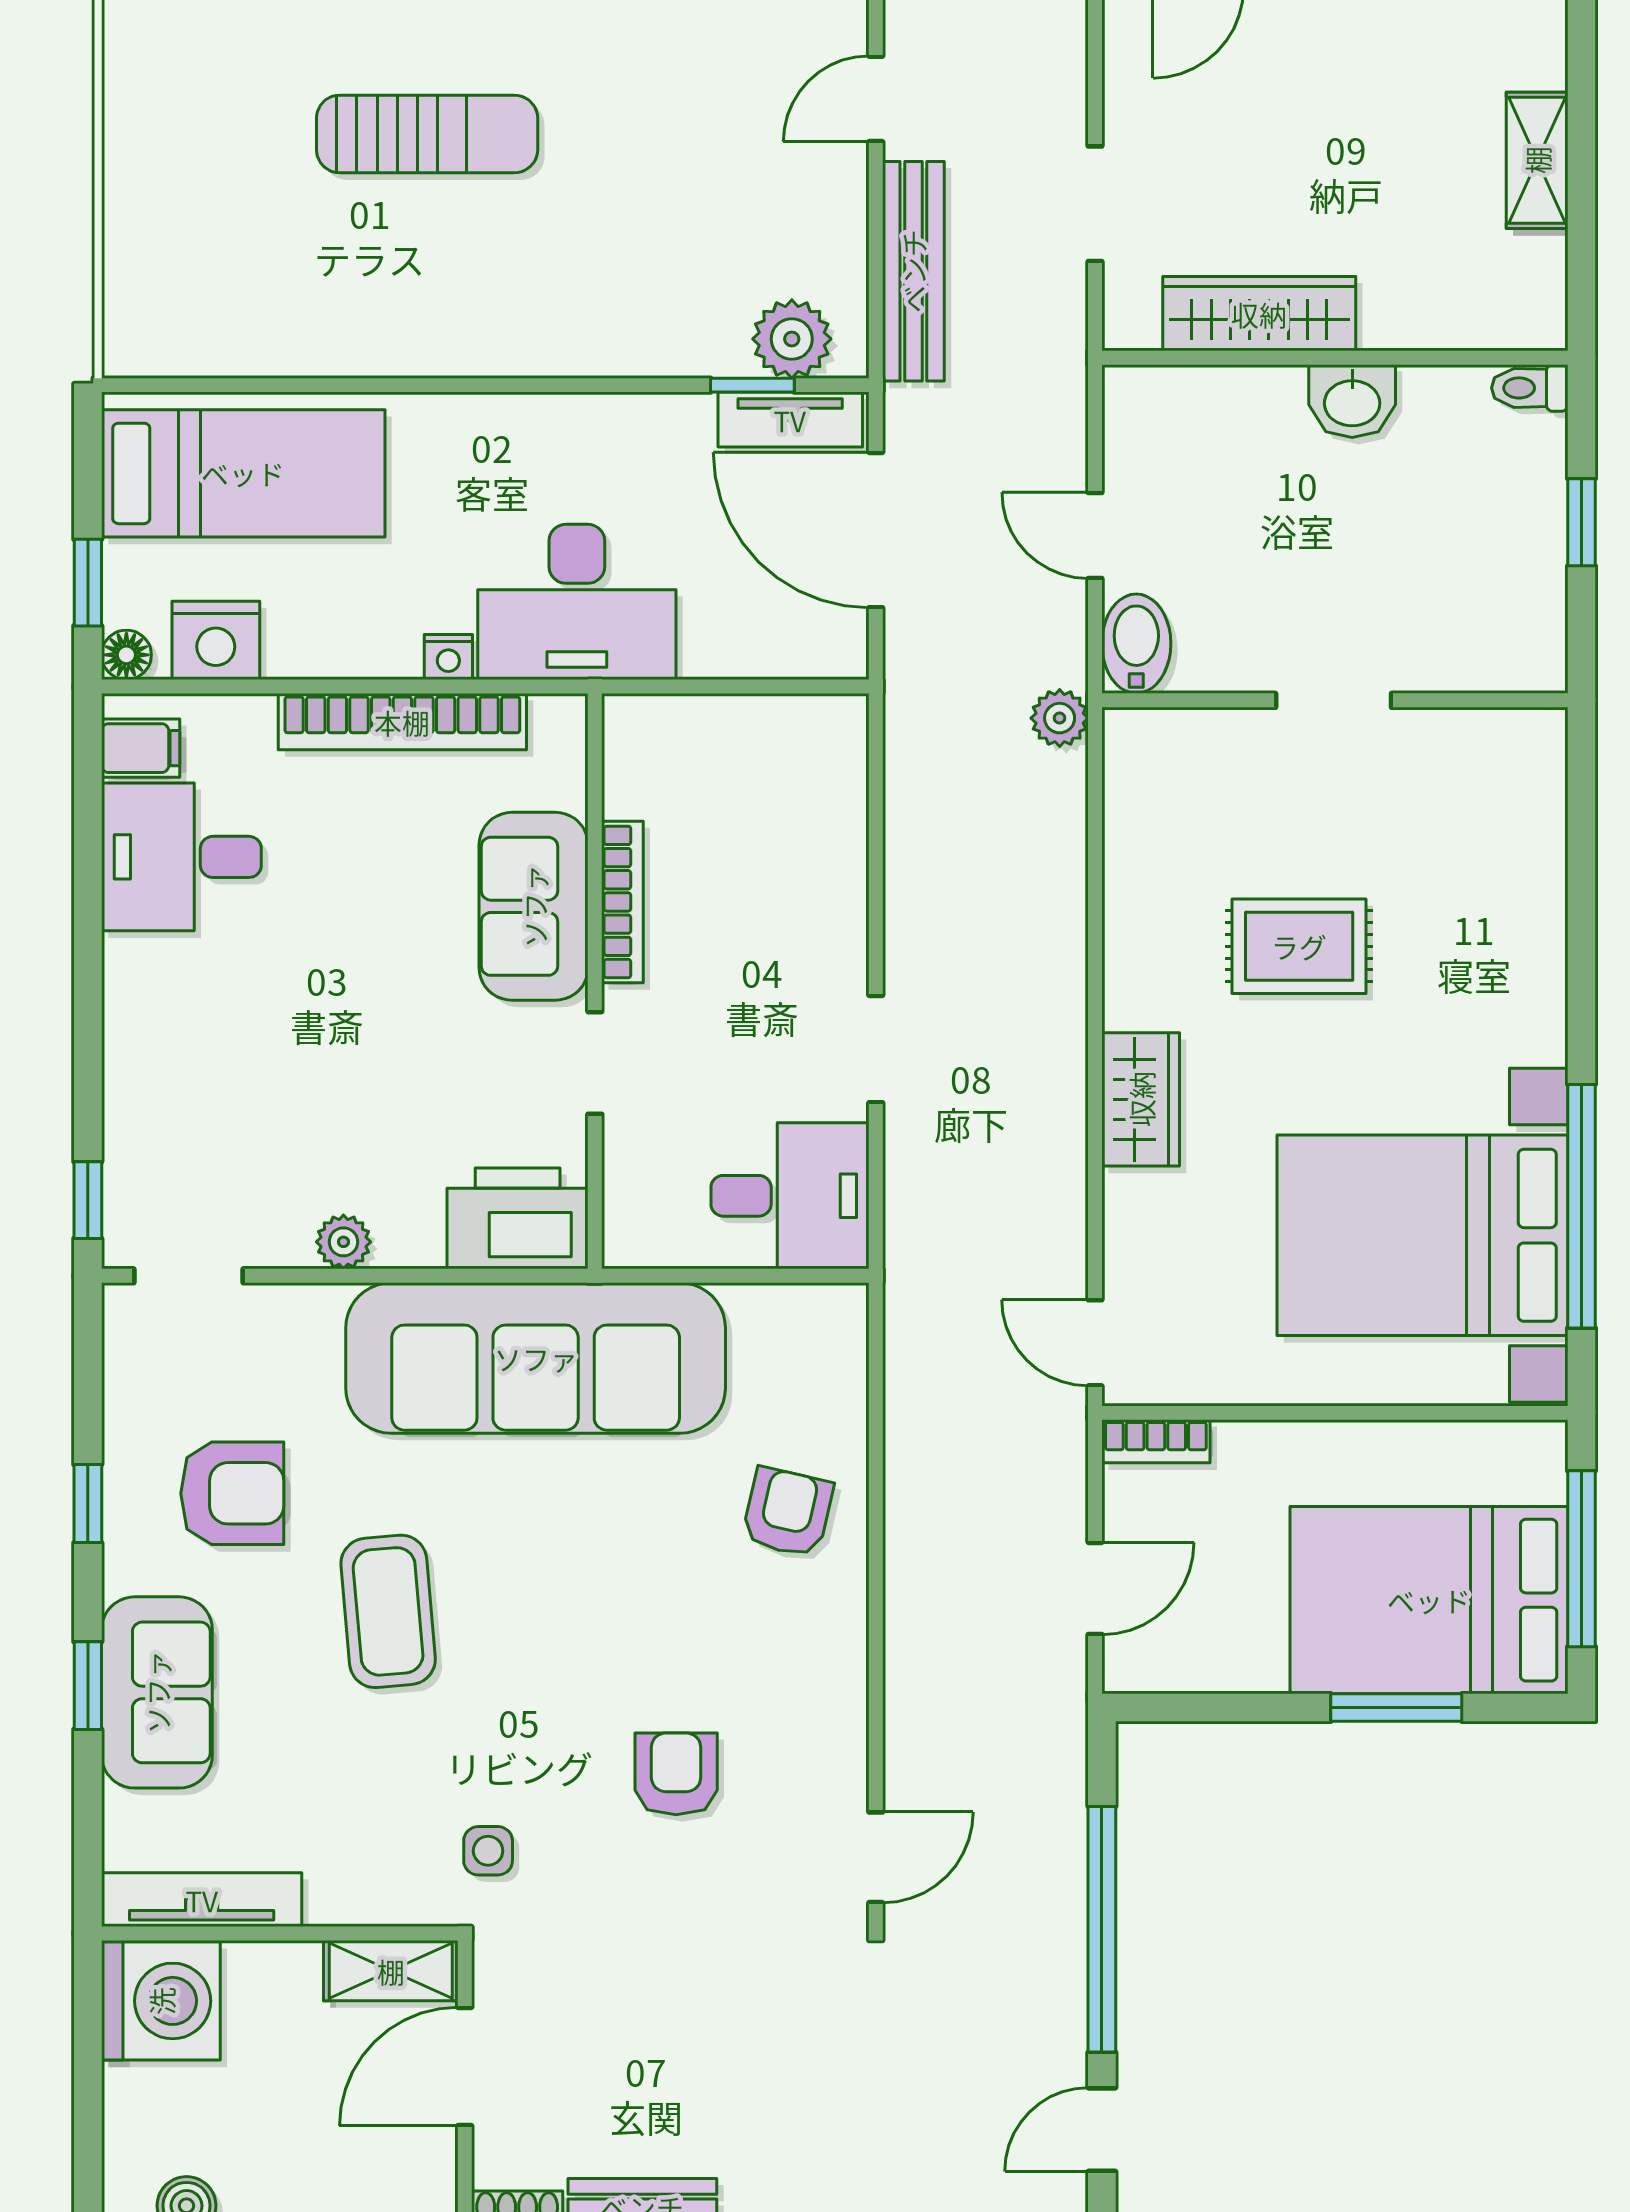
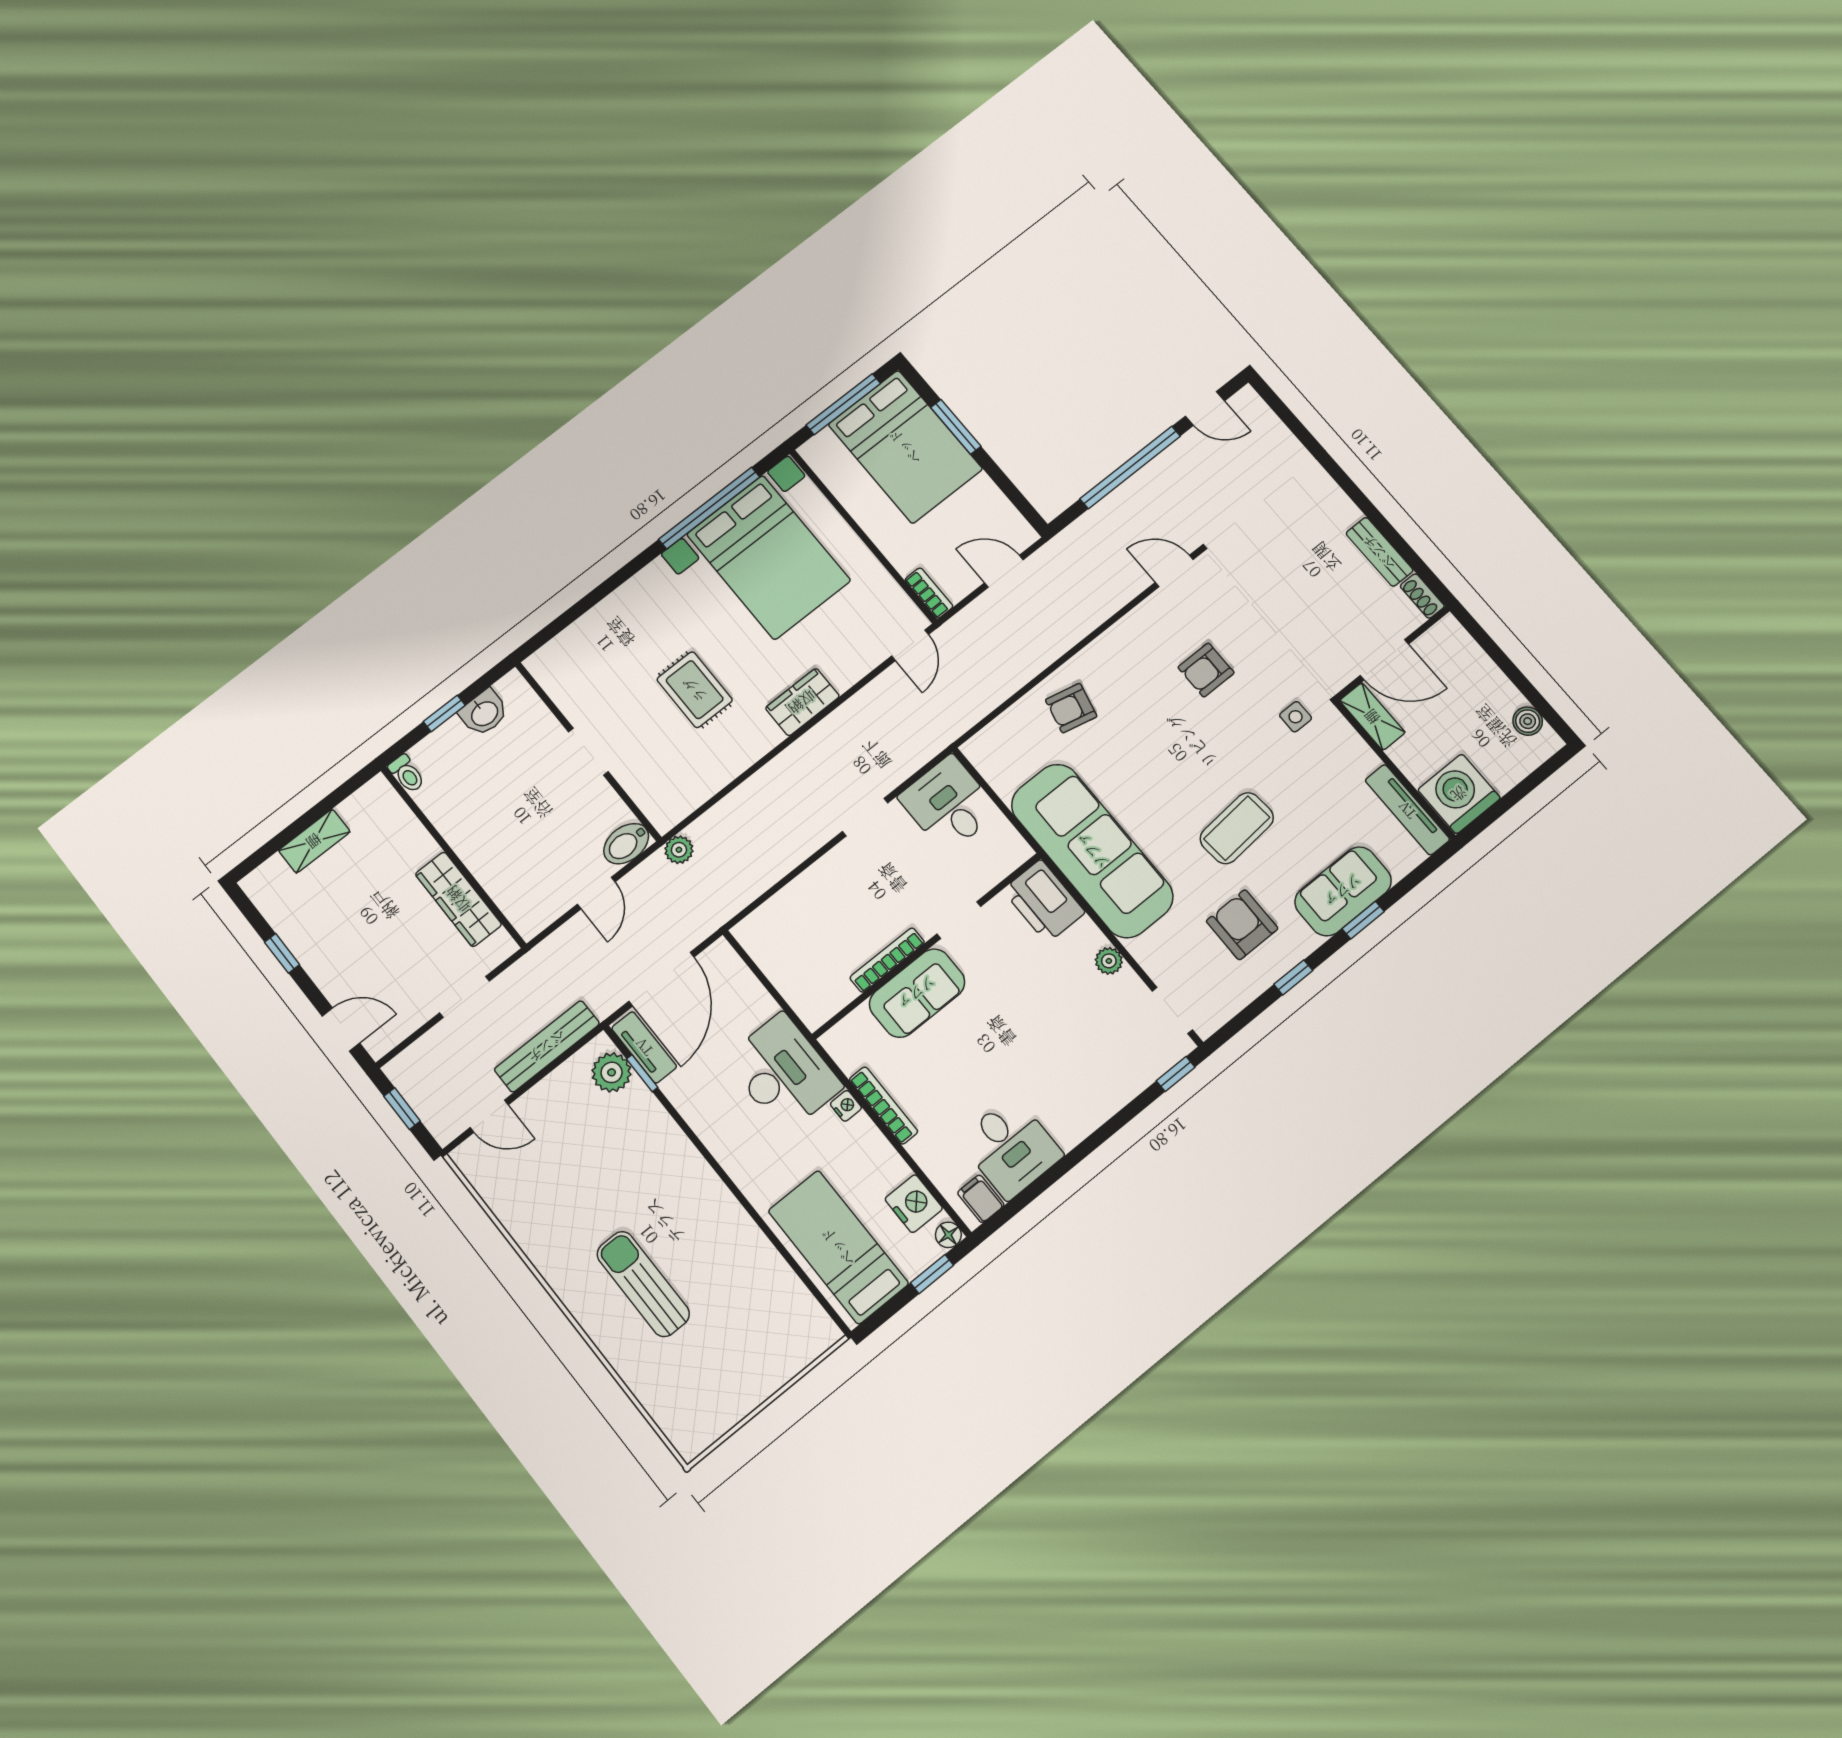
washbasin: (1352, 401) -> (484, 713), moved, turned 90
bookcase: (402, 722) -> (883, 1105), width x0.68, depth x0.76

